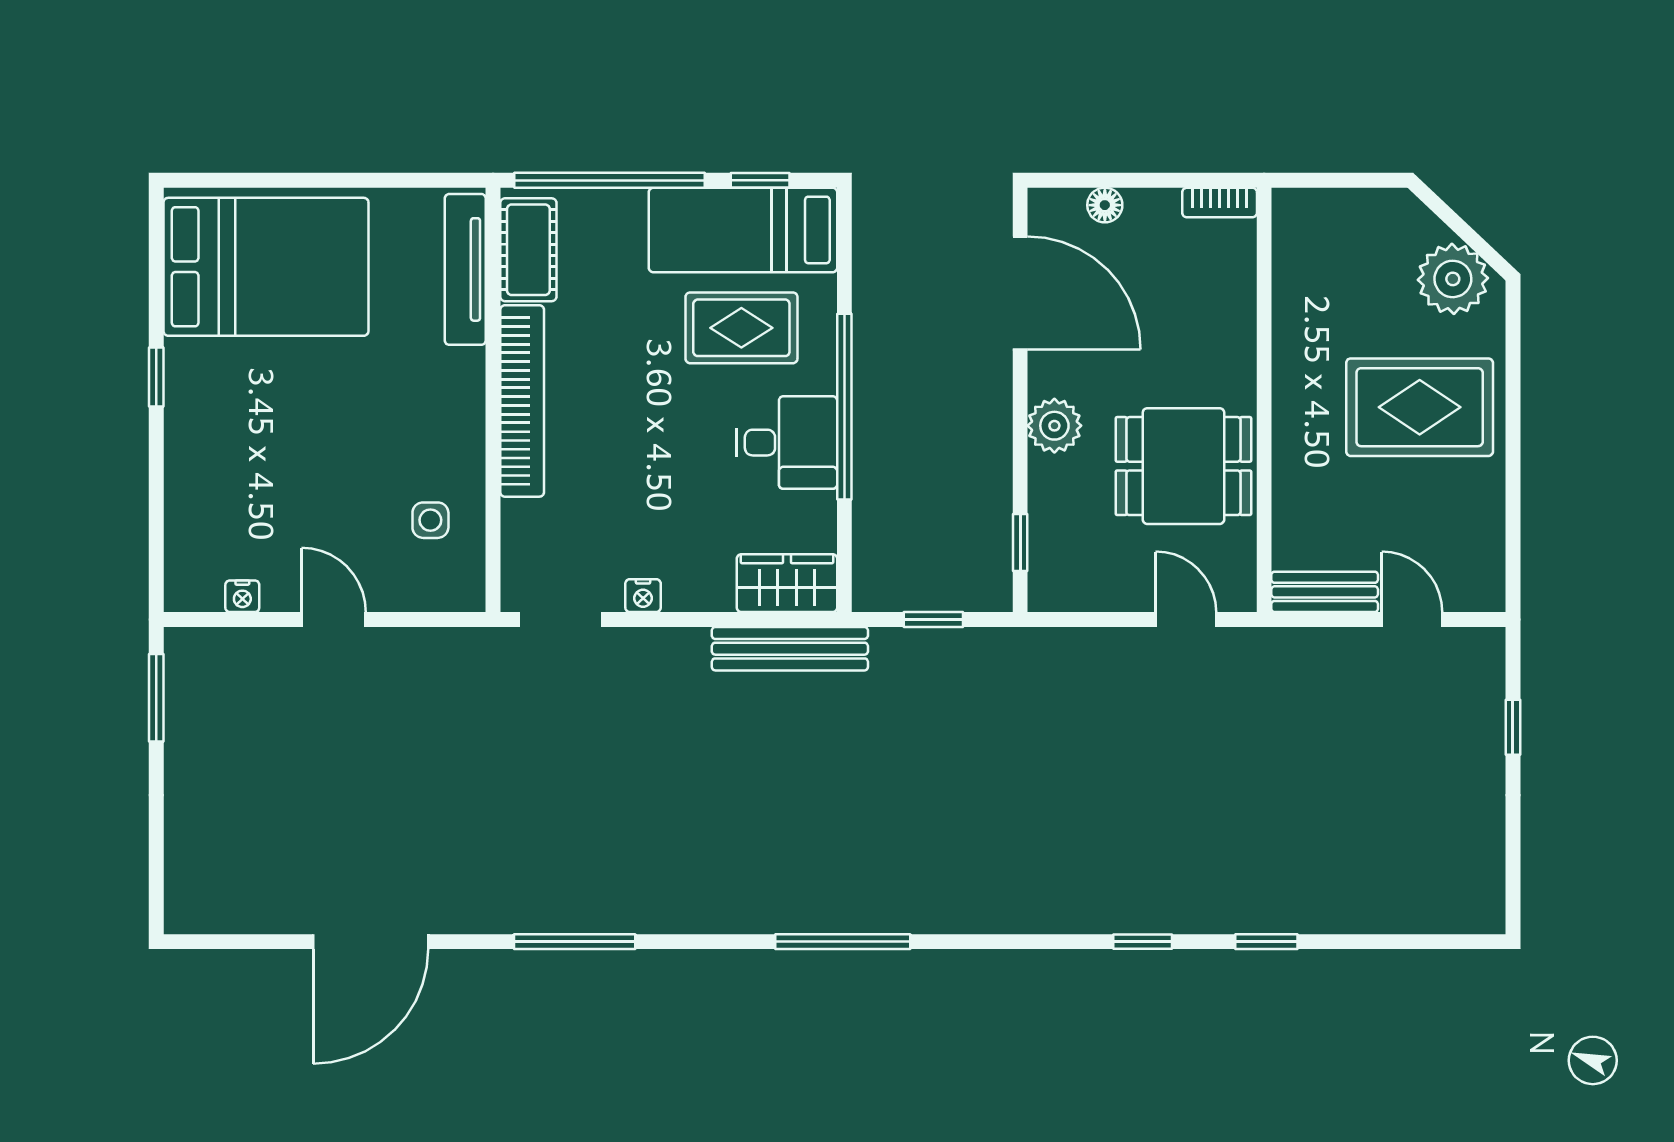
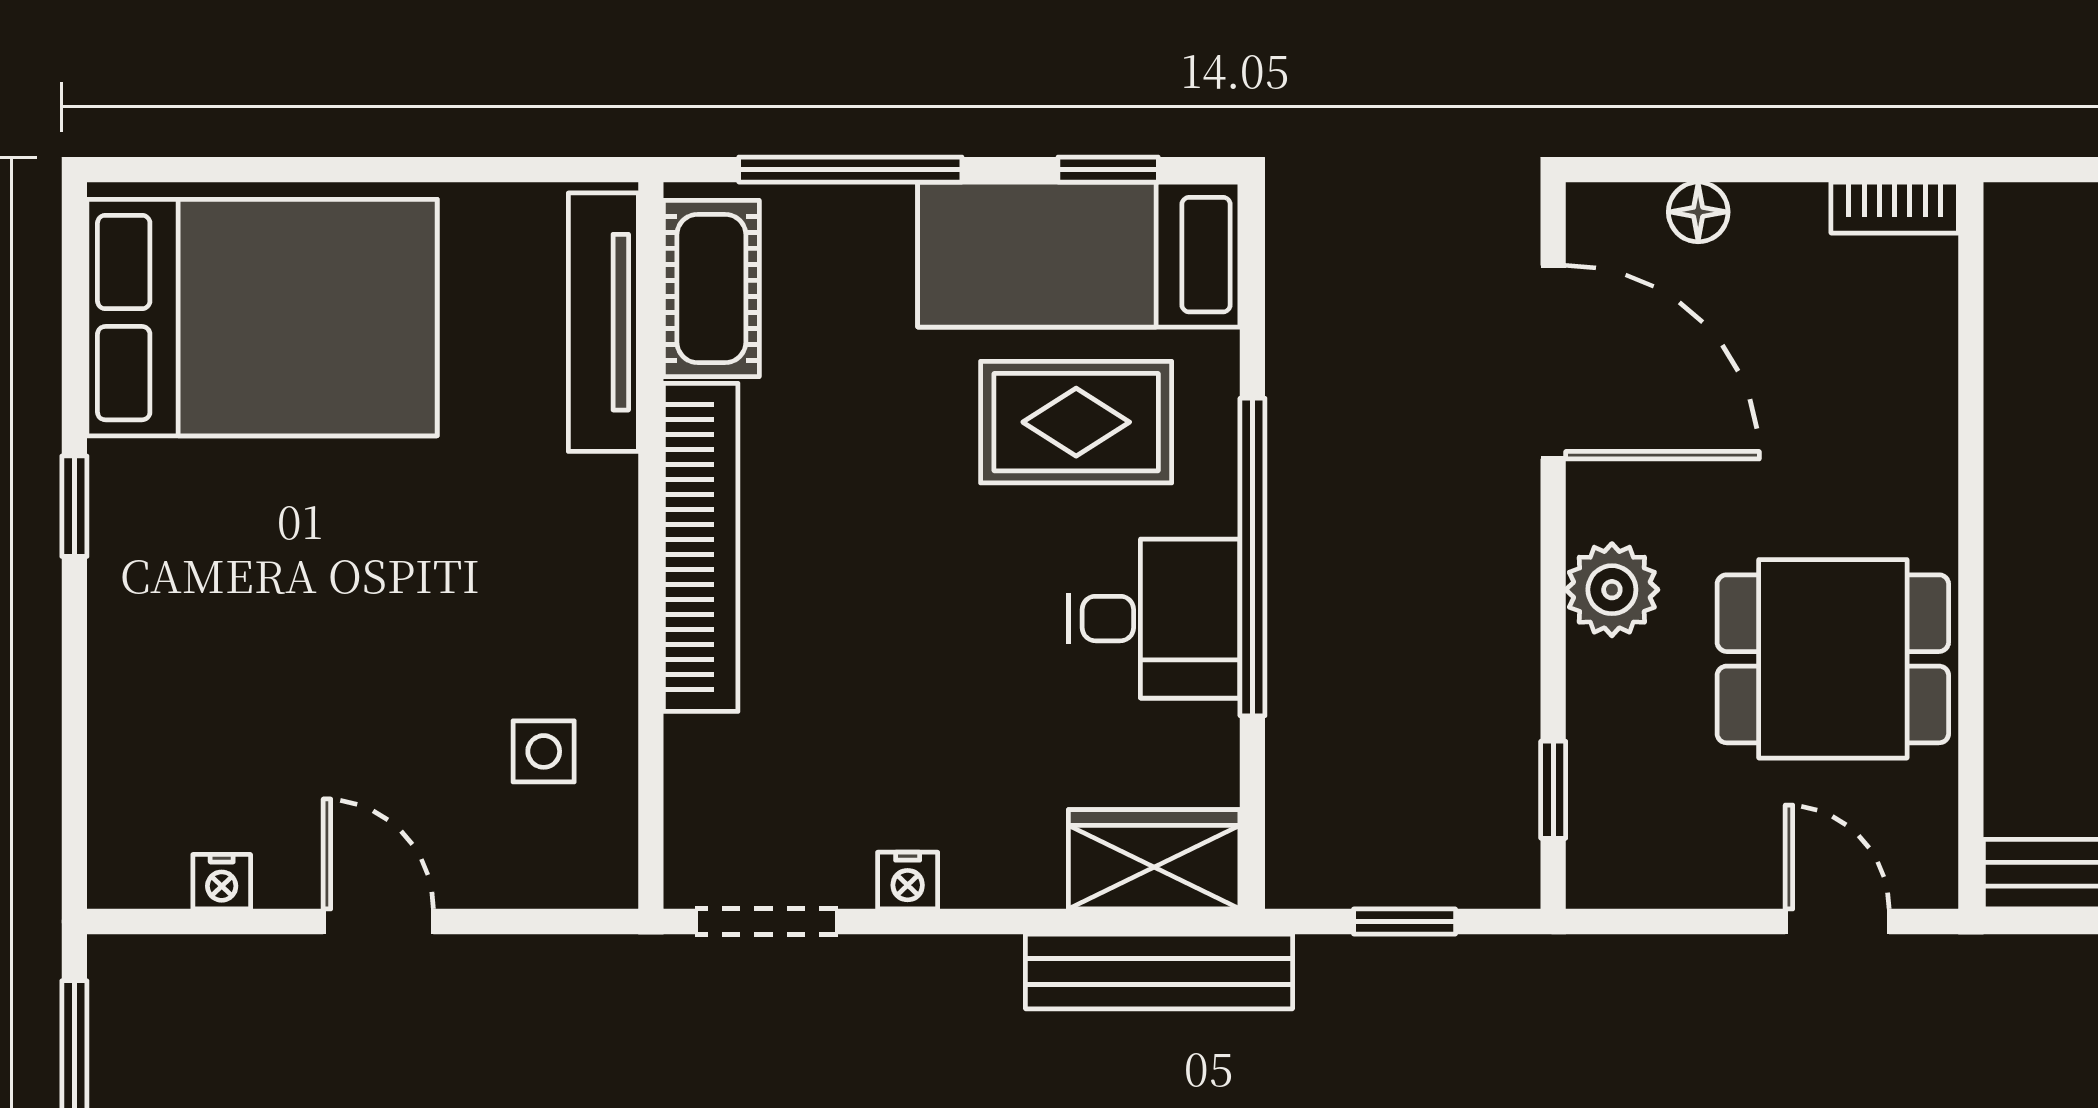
window: (610, 180) -> (850, 170), width x0.68

